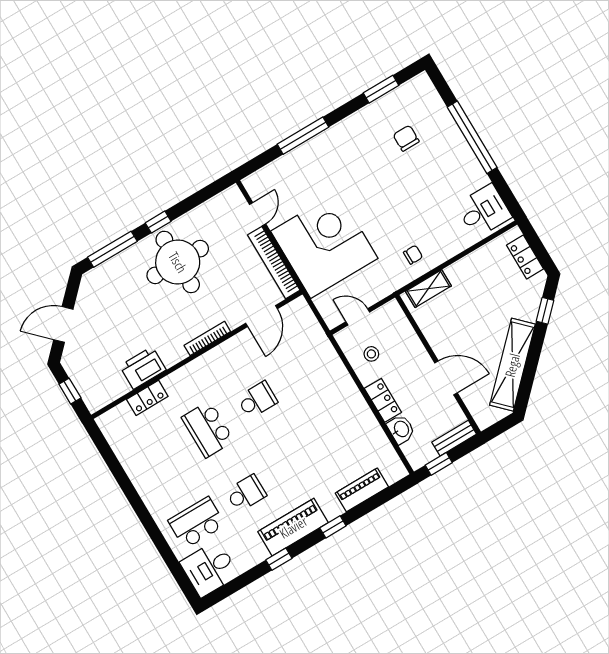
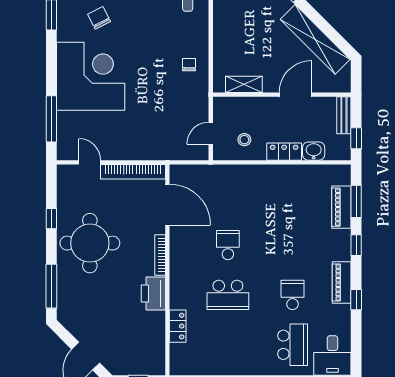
window: (303, 136) -> (51, 119), moved
chair: (406, 138) -> (99, 18), turned 63
window: (158, 222) -> (51, 219), moved
corner desk: (324, 245) -> (91, 76), moved, turned 90
shelving: (428, 289) -> (244, 84), moved, turned 90
door: (262, 316) -> (167, 205), width x1.36
printer: (143, 368) -> (153, 293), moved
window: (376, 501) -> (356, 201), added
school desk: (197, 523) -> (293, 345), turned 180
piano: (293, 527) -> (342, 282), width x0.73, depth x0.75

